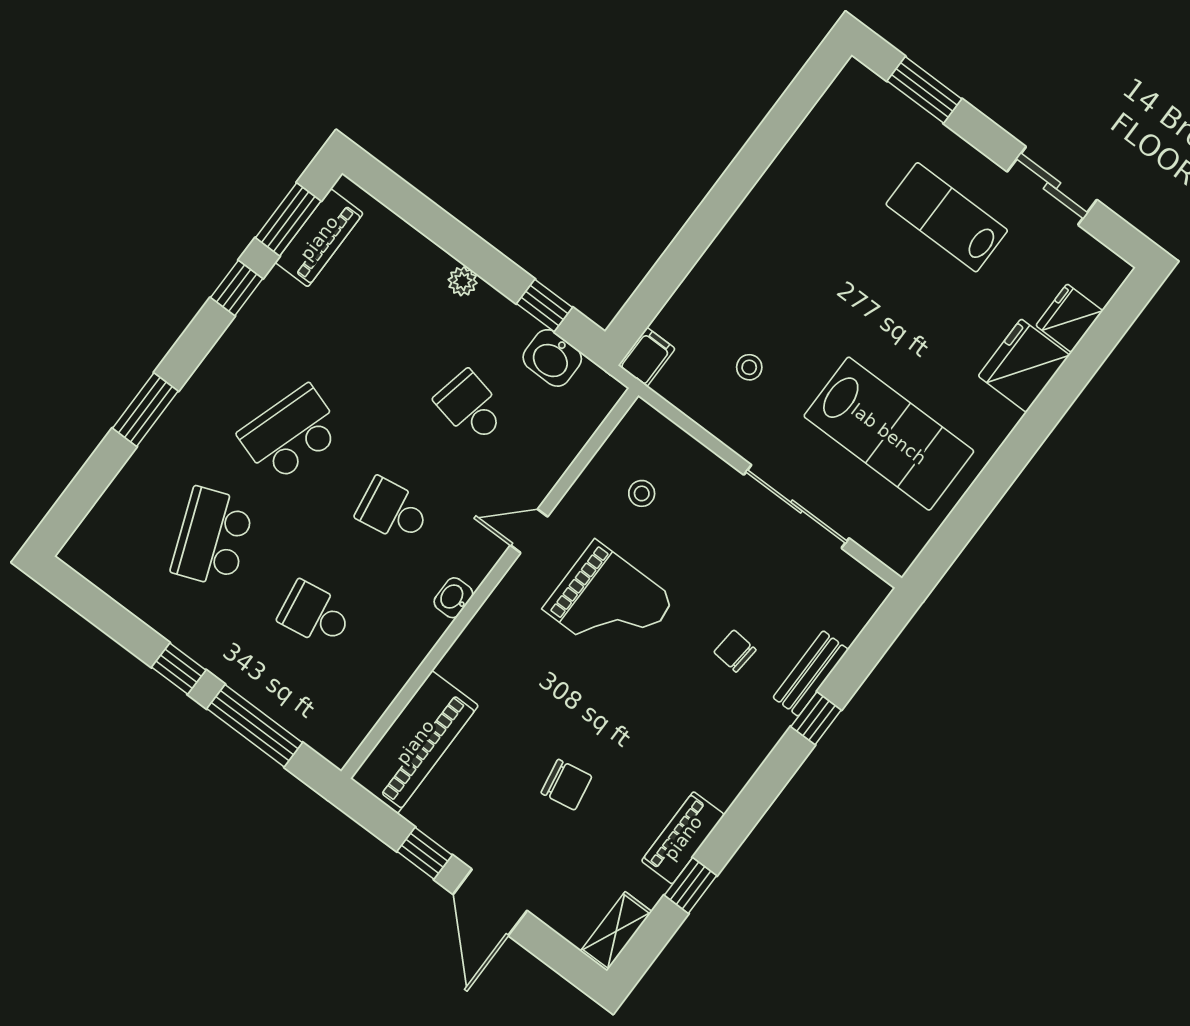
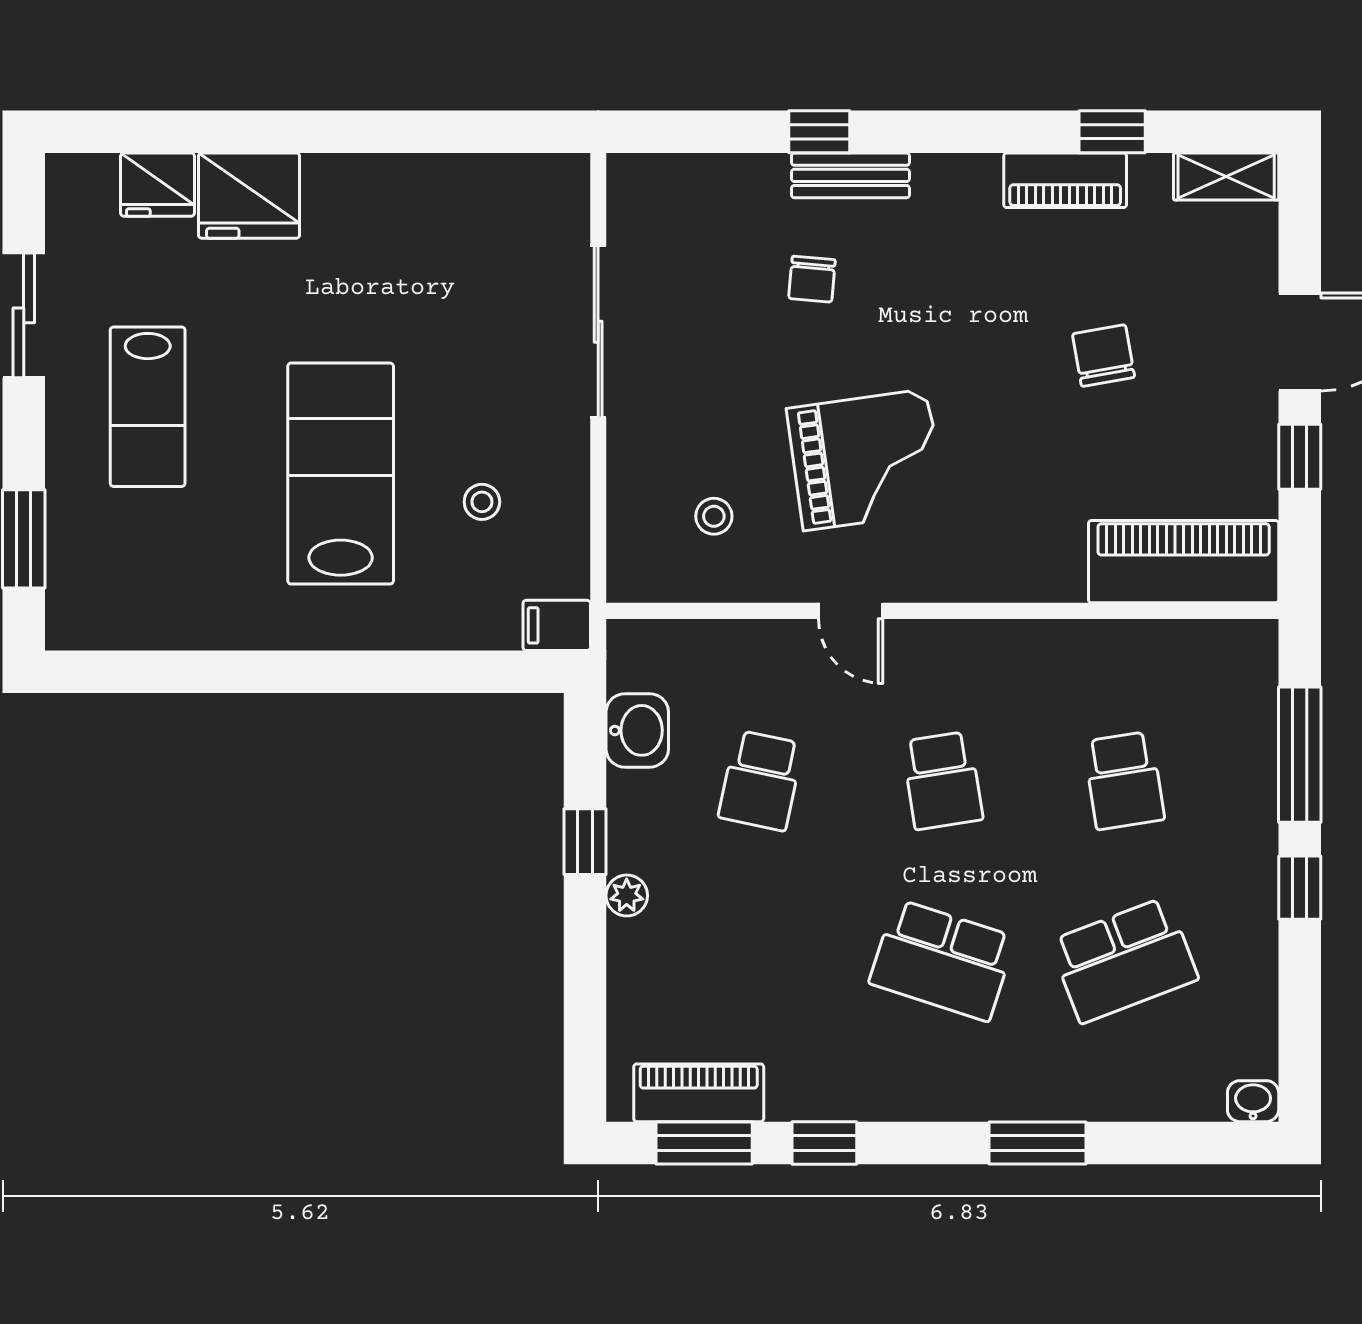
window: (545, 306) -> (585, 842), moved
lab bench: (889, 434) -> (341, 474), moved
washbasin: (453, 598) -> (1253, 1101), moved, turned 180
grand piano: (609, 604) -> (866, 460), turned 82
bench: (811, 674) -> (850, 175), moved

